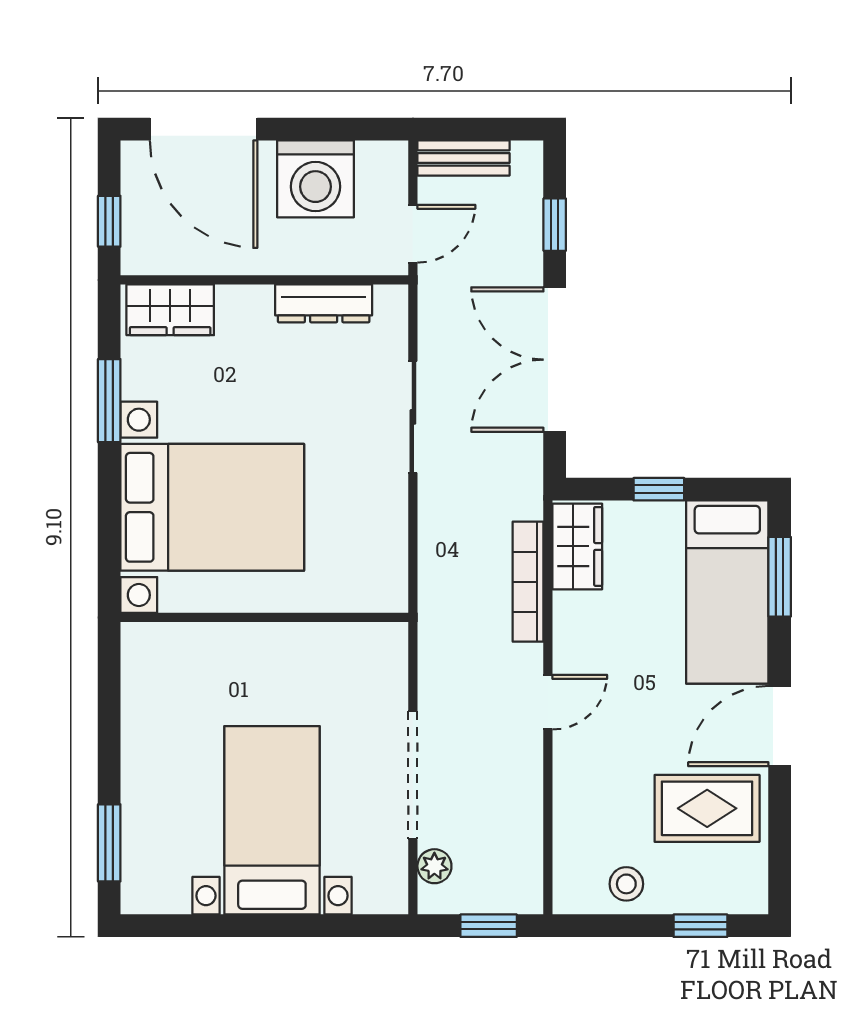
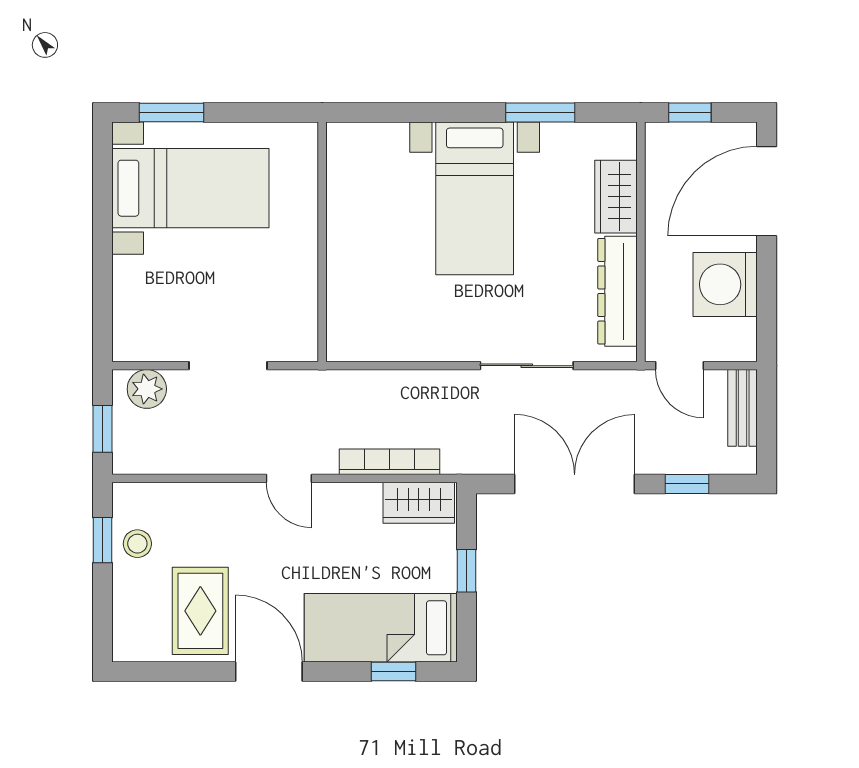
dresser: (324, 303) -> (618, 291), width x1.37, depth x1.24
wardrobe: (170, 310) -> (616, 197), moved
bed with nightstands: (212, 507) -> (475, 198), width x0.73
window: (780, 577) -> (393, 672), width x0.67
wall: (264, 617) -> (322, 242), moved
doorway: (413, 775) -> (228, 366), width x0.73
bed with nightstands: (272, 820) -> (190, 188), moved
plant: (434, 866) -> (147, 389), width x1.38, depth x1.38
window: (700, 926) -> (103, 540), moved

